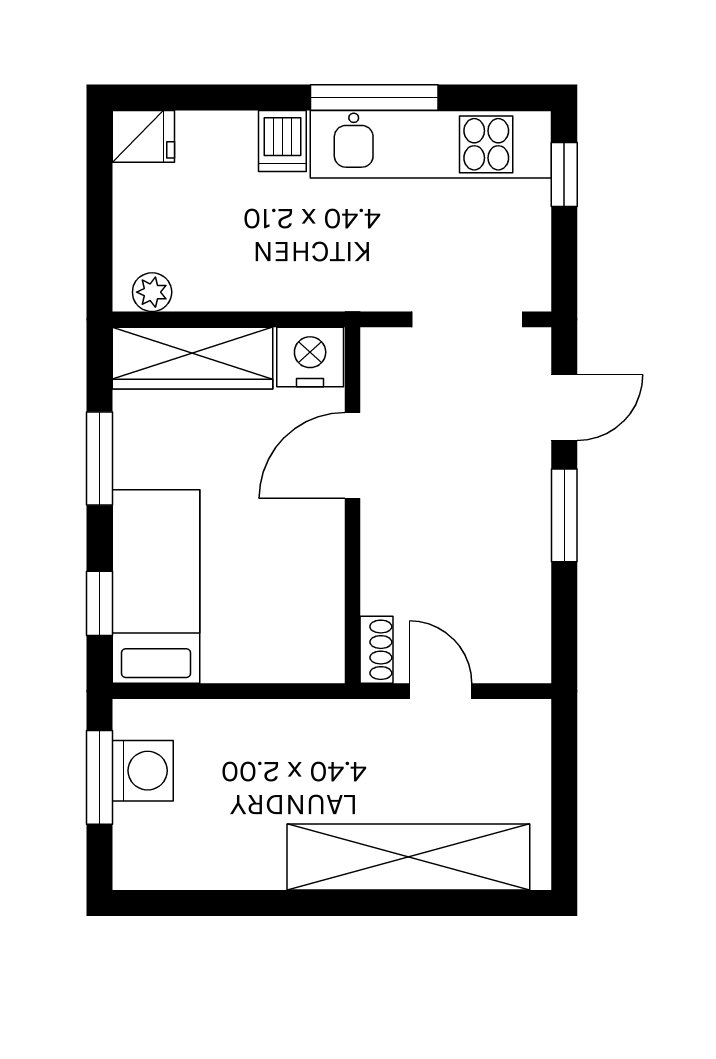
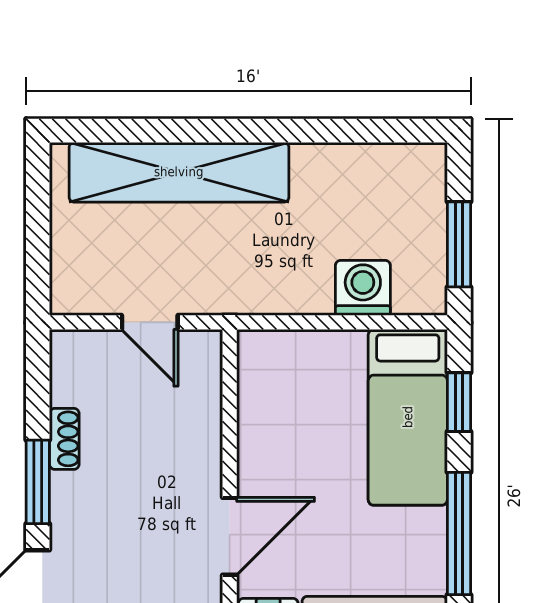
window: (99, 458) -> (459, 533), width x1.44
shoe rack: (377, 650) -> (64, 439), moved, turned 180
washing machine: (143, 771) -> (363, 288), moved, turned 90

